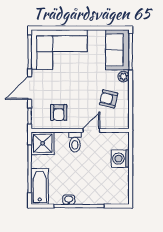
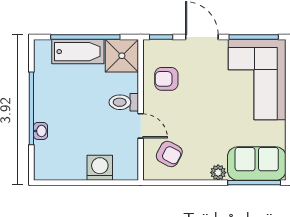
armchair: (109, 99) -> (169, 154), moved, turned 105
bathtub: (40, 186) -> (78, 52), moved
washbasin: (69, 200) -> (41, 131), moved

